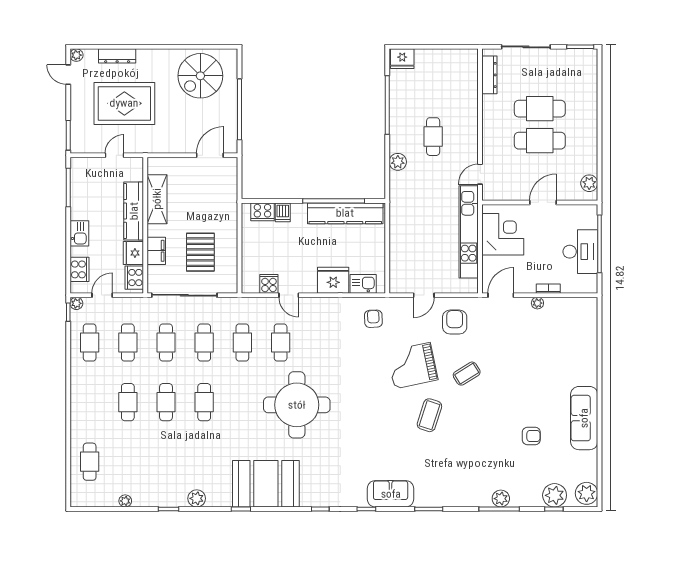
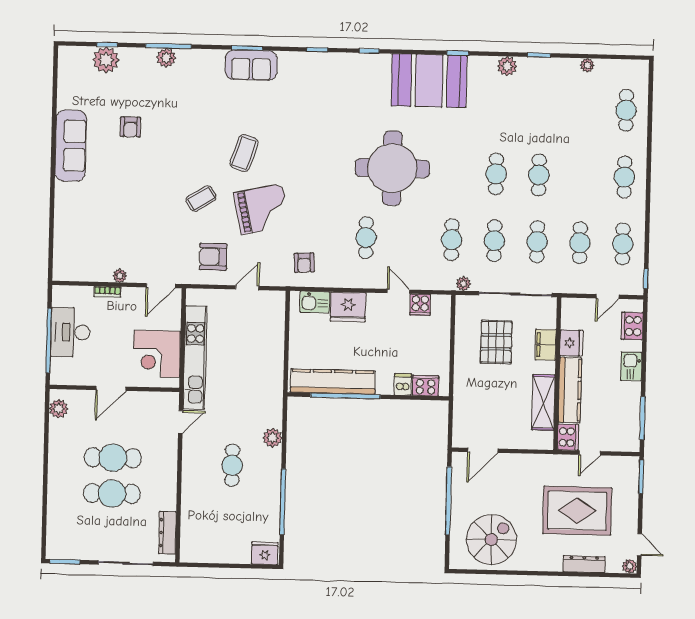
cooker: (134, 278) -> (568, 437), moved
plant: (76, 303) -> (463, 284), moved
armchair: (455, 322) -> (213, 257), turned 90
cafe table: (281, 342) -> (366, 238), moved
cafe table: (128, 402) -> (624, 177), moved
armchair: (531, 436) -> (130, 127), turned -90
plant: (587, 493) -> (70, 61), removed
sofa: (391, 494) -> (251, 65), moved

